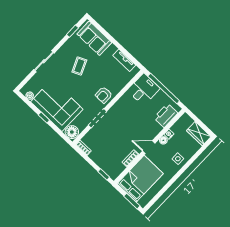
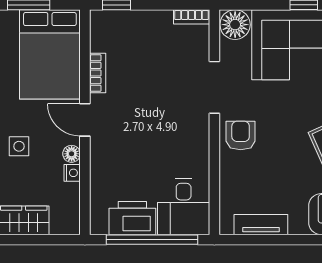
printer: (166, 115) -> (132, 218), moved, turned -90
door: (149, 147) -> (85, 120), swing flipped

